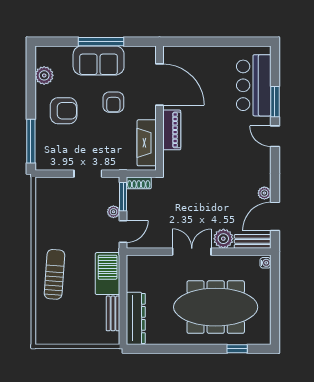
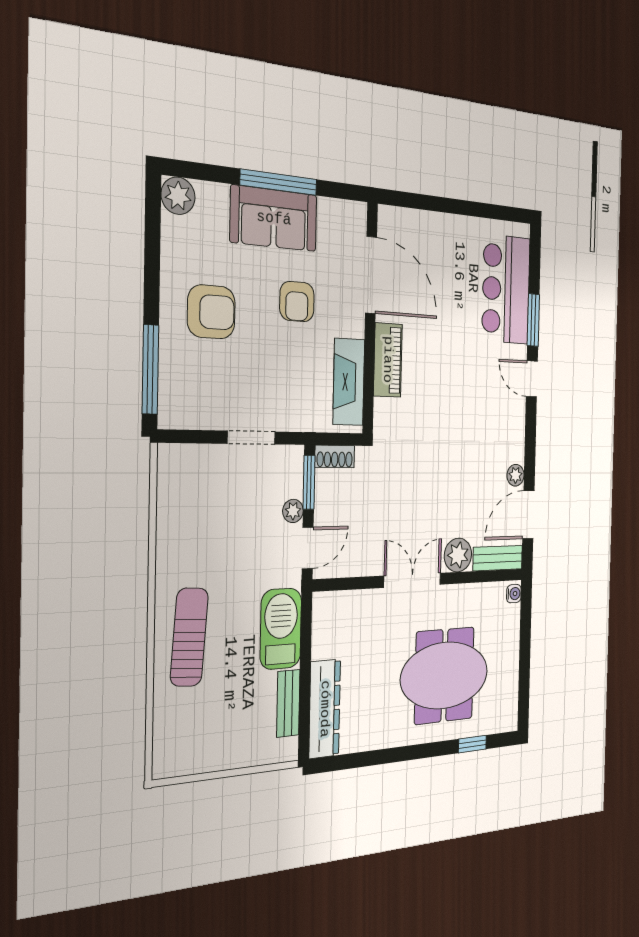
plant: (44, 75) -> (178, 196), moved
meeting table: (216, 307) -> (444, 675), width x0.73

